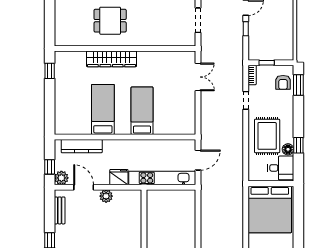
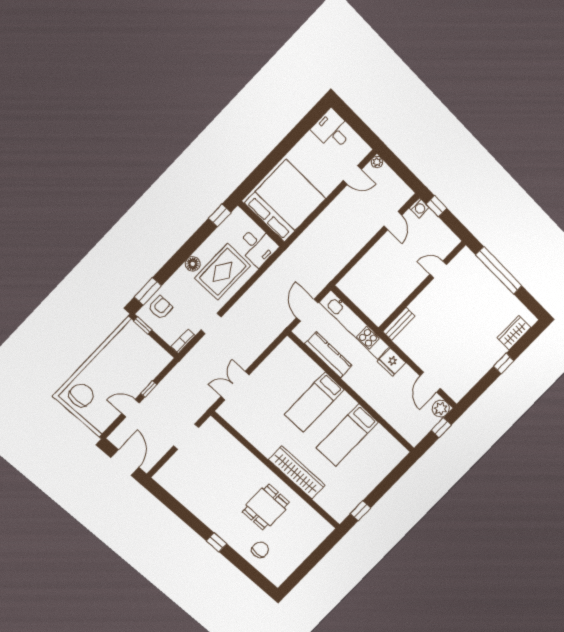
dining table: (110, 21) -> (266, 507), turned 90
window: (267, 63) -> (143, 325), moved
window: (298, 145) -> (220, 215), moved
kitchen counter: (82, 146) -> (328, 355), moved
floor lamp: (288, 149) -> (193, 264), moved
door: (198, 160) -> (307, 310), hinge flipped
desk: (281, 168) -> (258, 246), moved, turned 180
plant: (106, 196) -> (419, 356), removed
bench: (60, 210) -> (399, 324), moved

